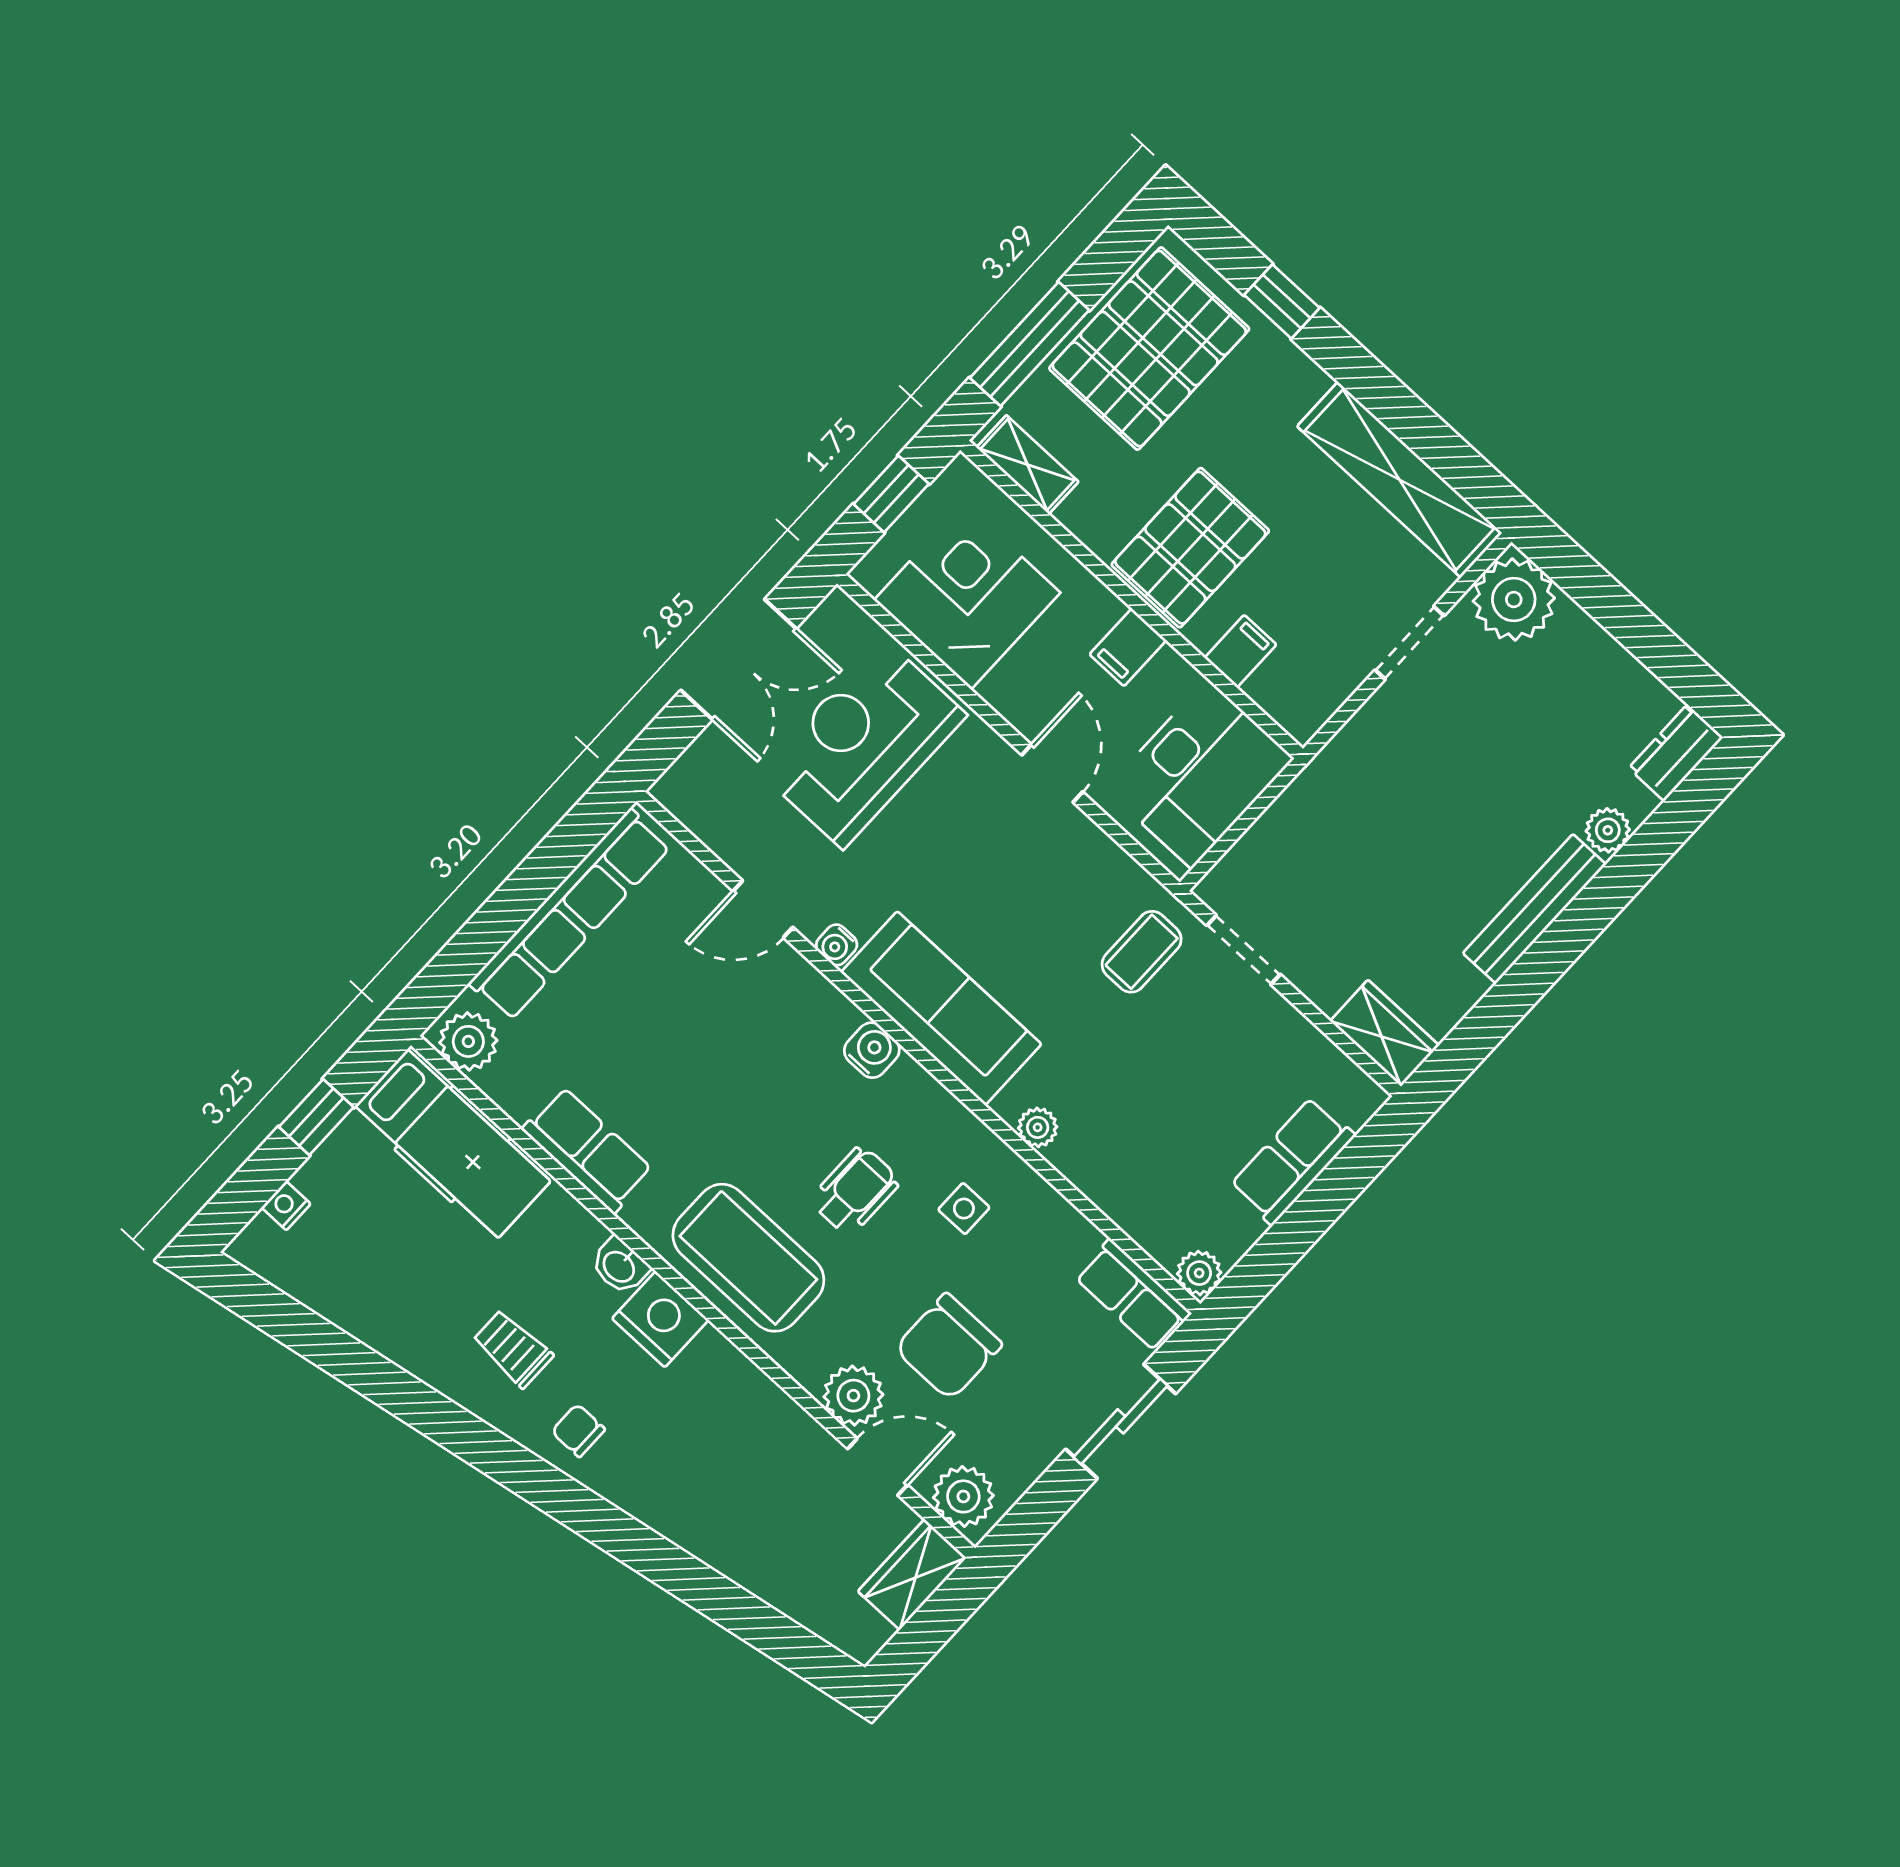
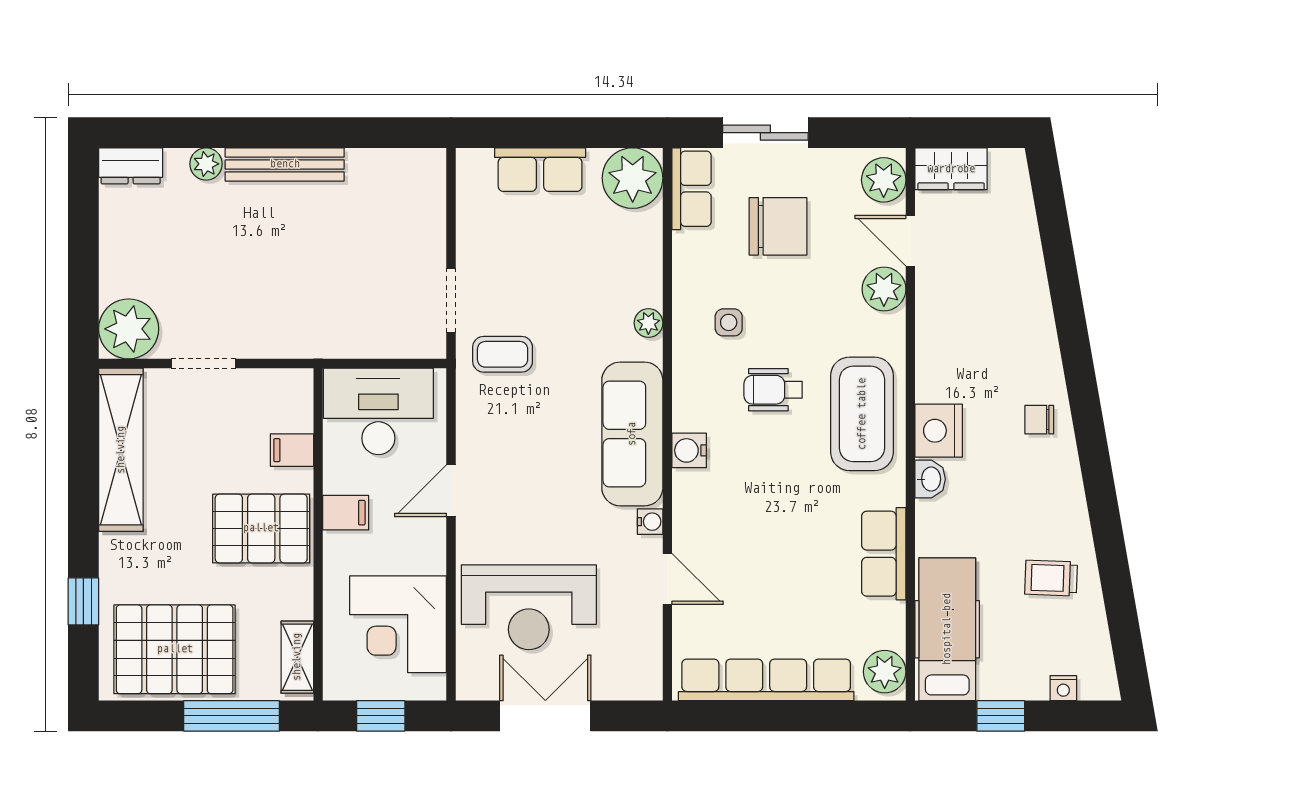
wardrobe: (1385, 1033) -> (426, 183), removed
plant: (1199, 1273) -> (633, 178), width x1.88, depth x1.88
chair: (948, 1347) -> (778, 226), moved
trolley: (513, 1349) -> (1051, 578), moved, turned 92
chair: (578, 1430) -> (1039, 420), turned 90

